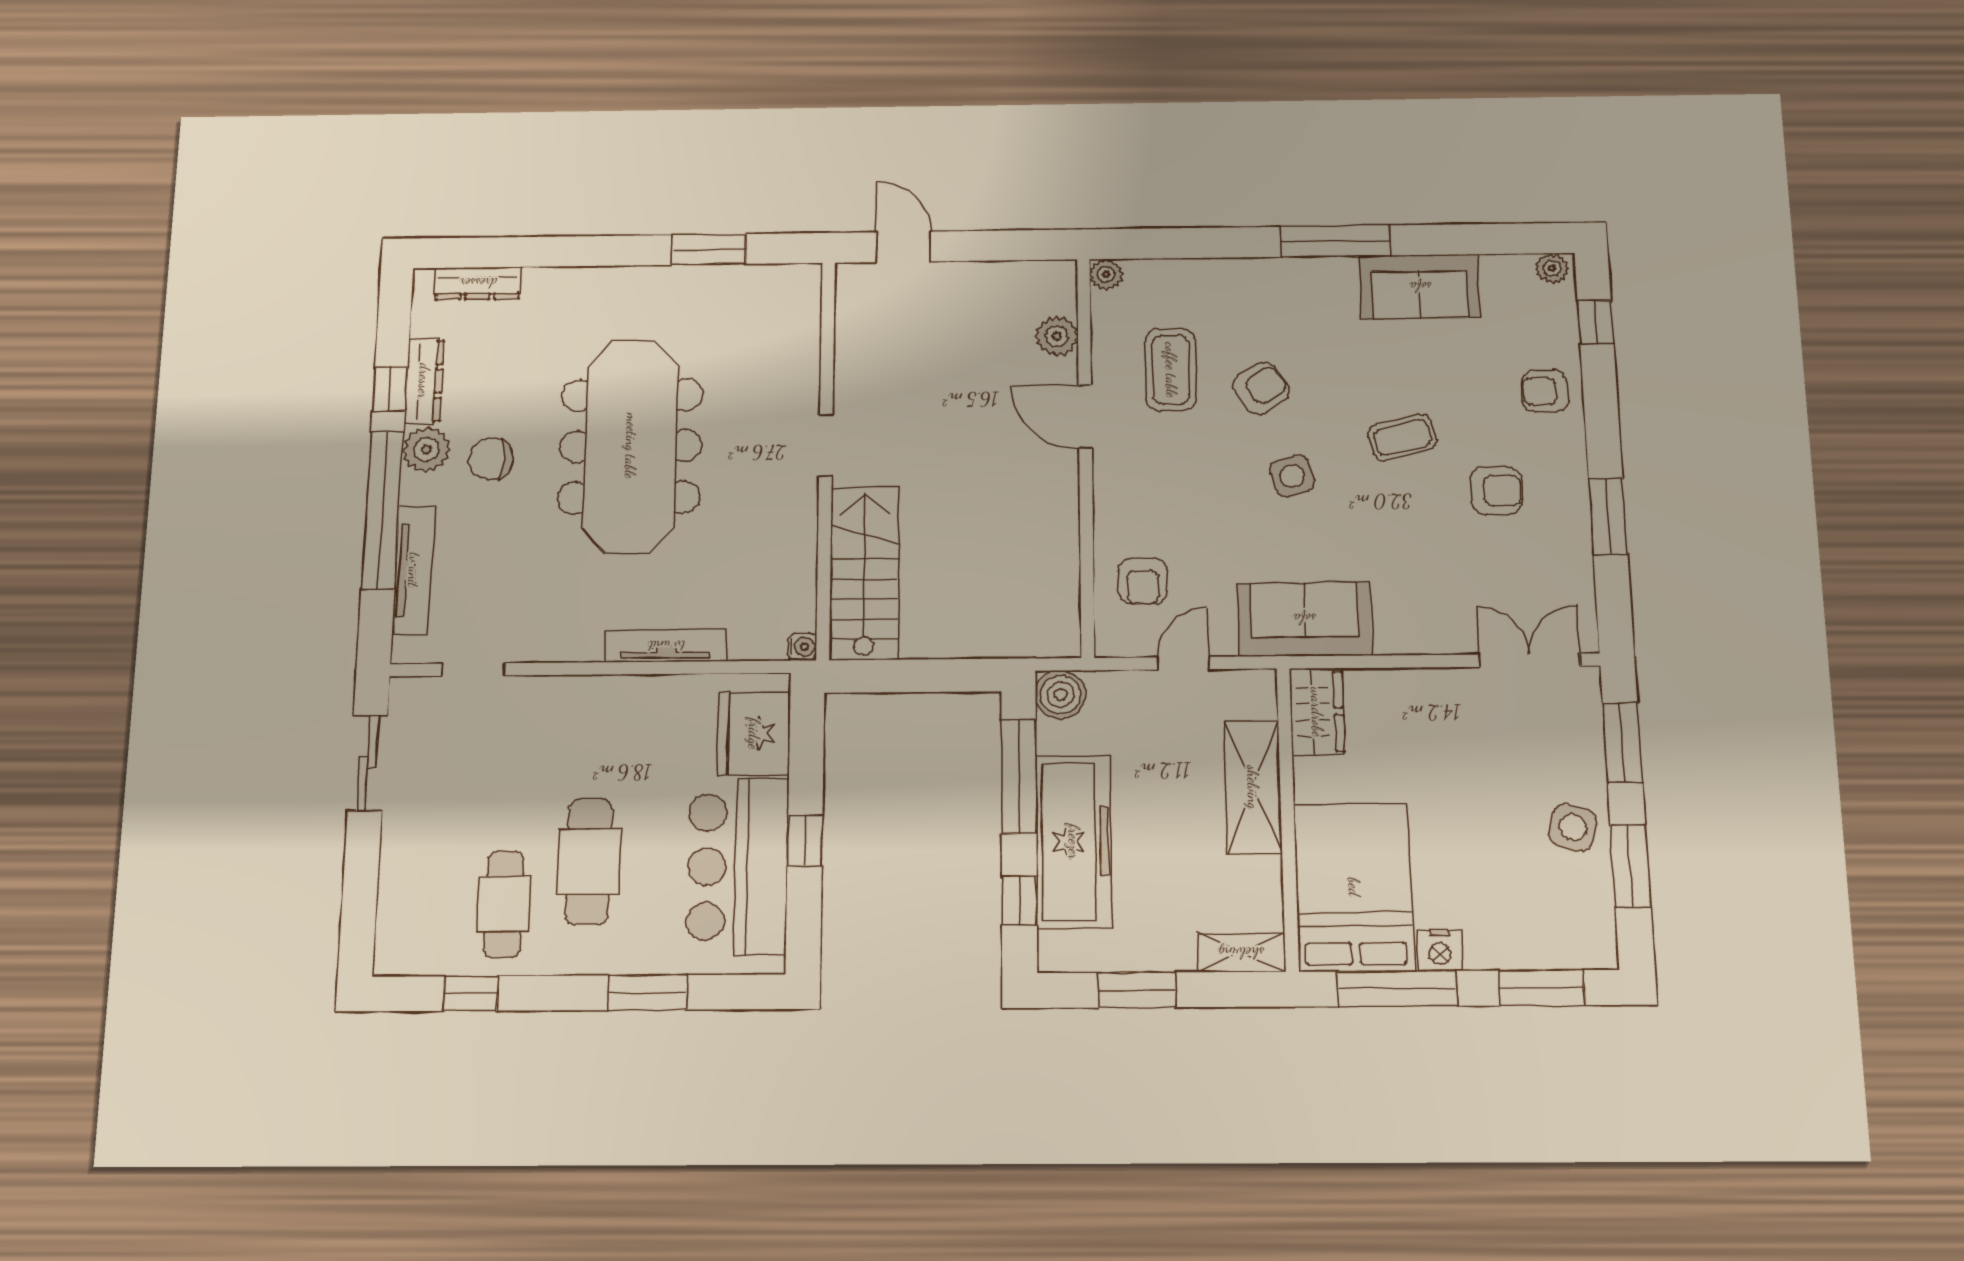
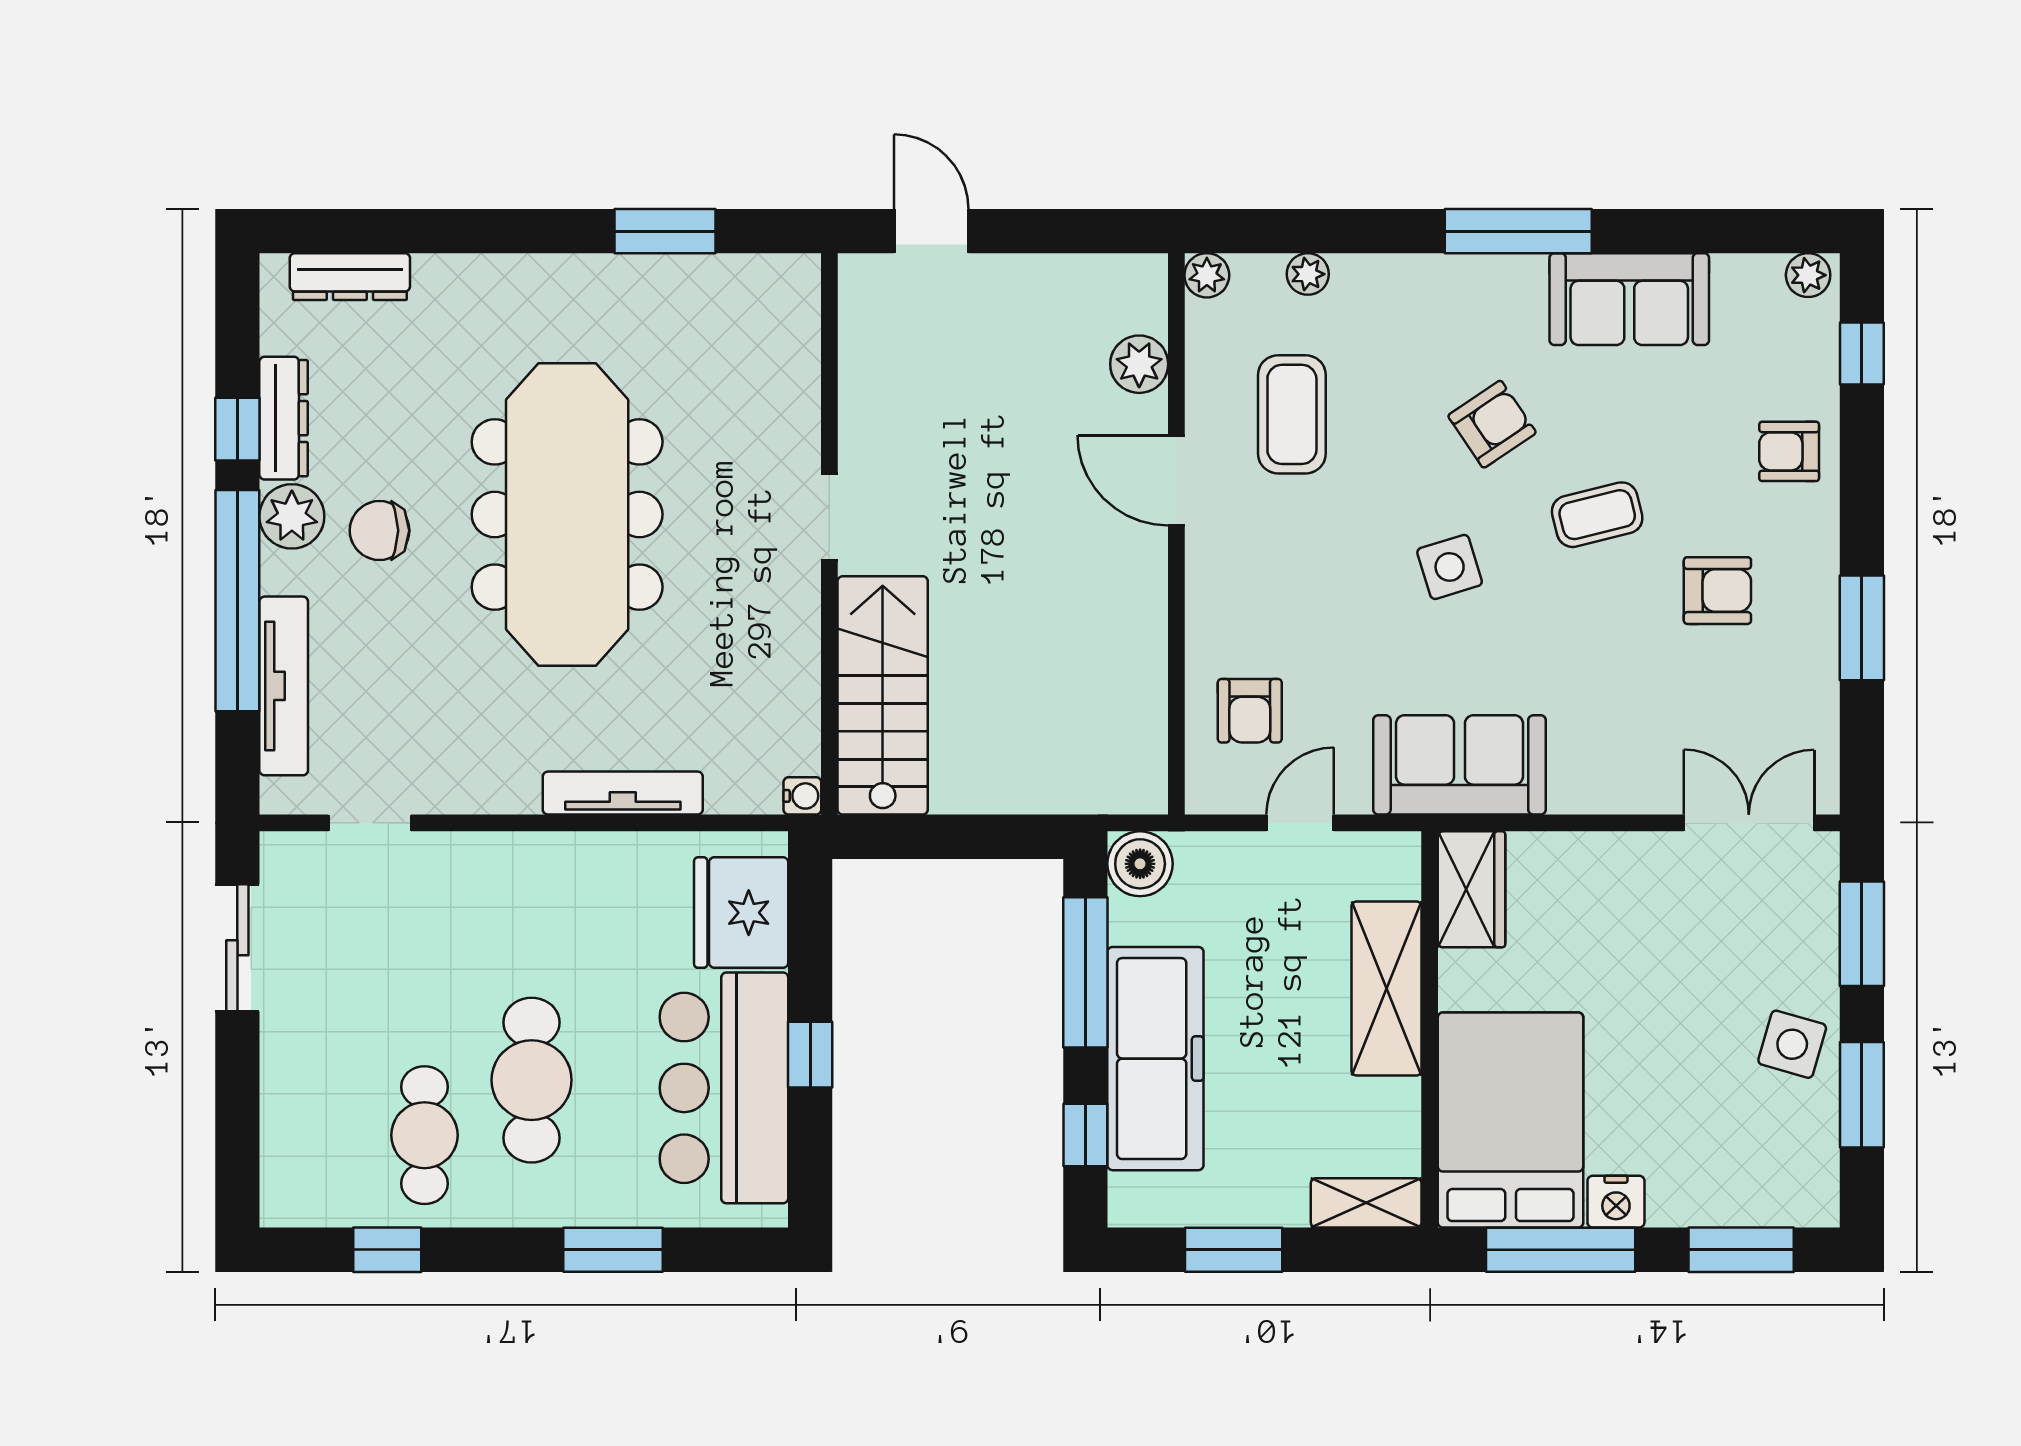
plant: (1181, 272) -> (1308, 274), added
armchair: (1261, 388) -> (1492, 424), moved

